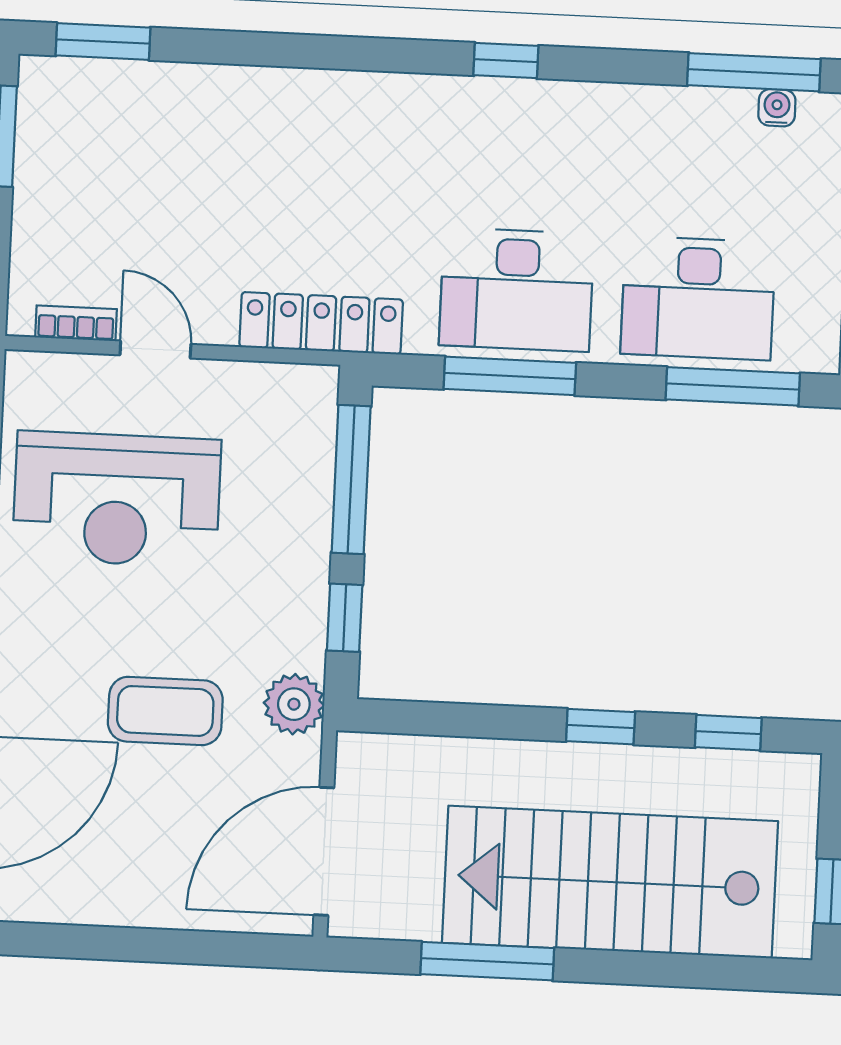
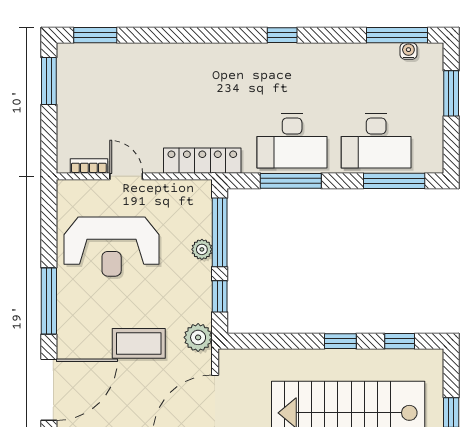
plant: (311, 515) -> (202, 249), added

